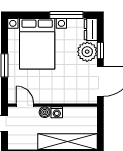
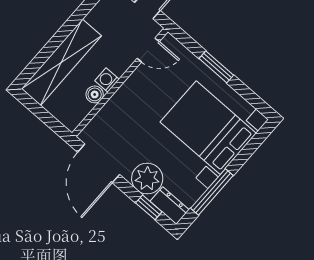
window: (100, 51) -> (149, 207), moved
boiler: (45, 112) -> (95, 94), moved

